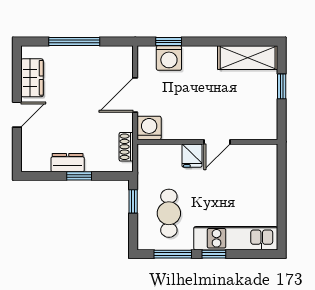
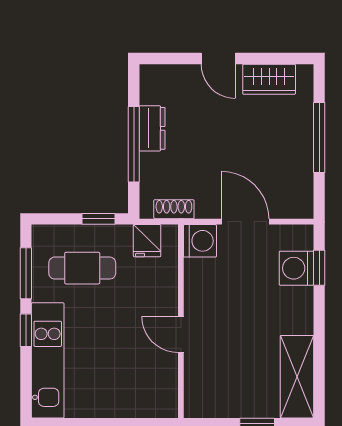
fridge: (192, 156) -> (147, 241), moved, turned -90
window: (79, 176) -> (134, 144), width x2.17

